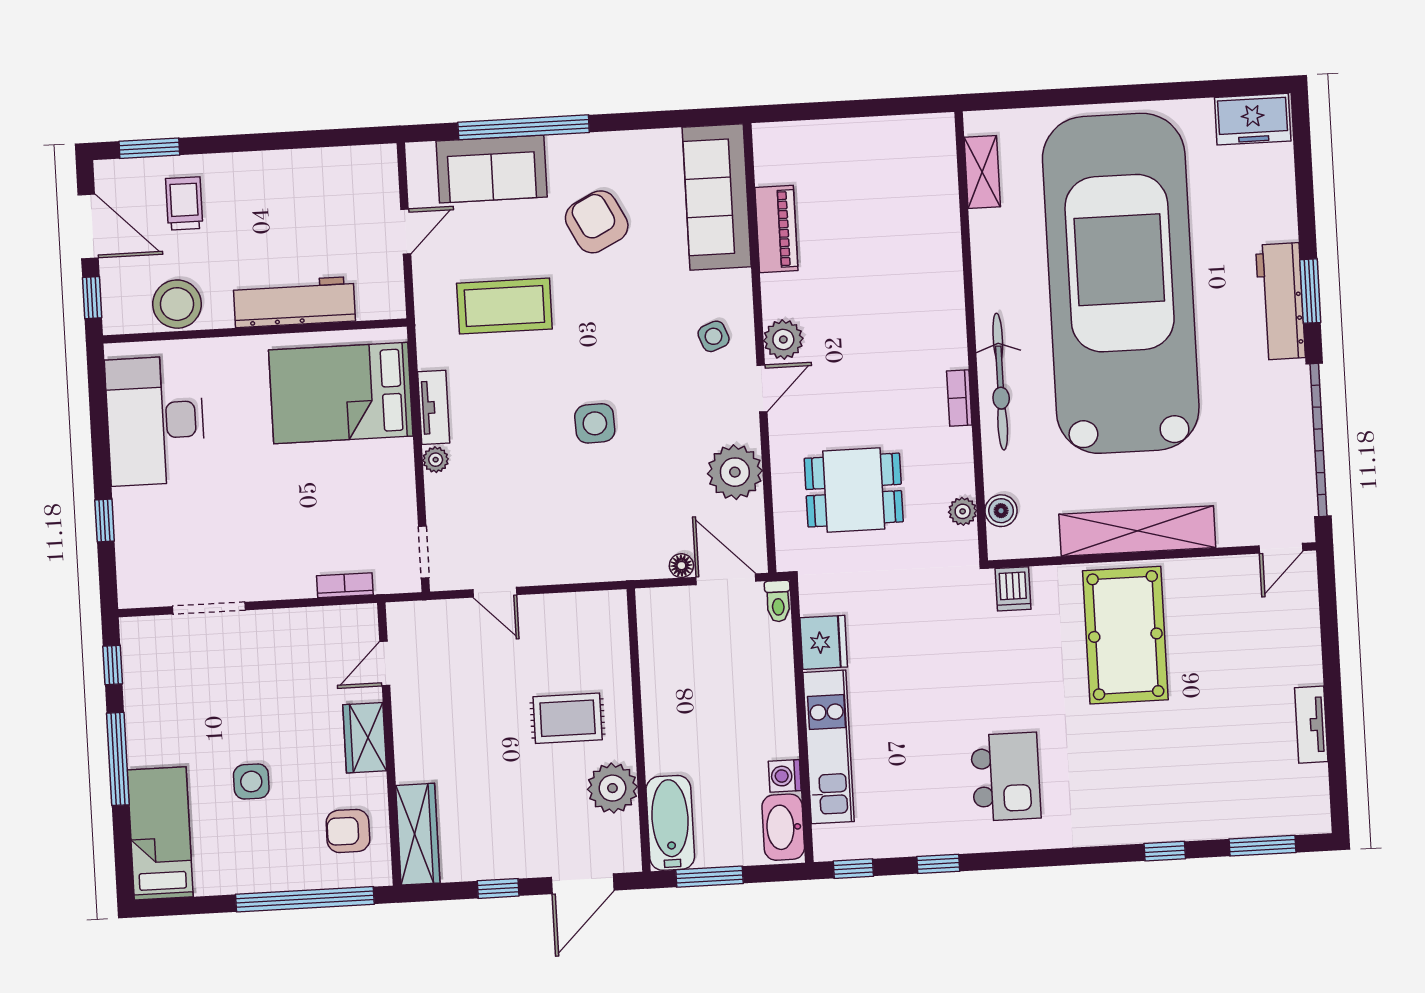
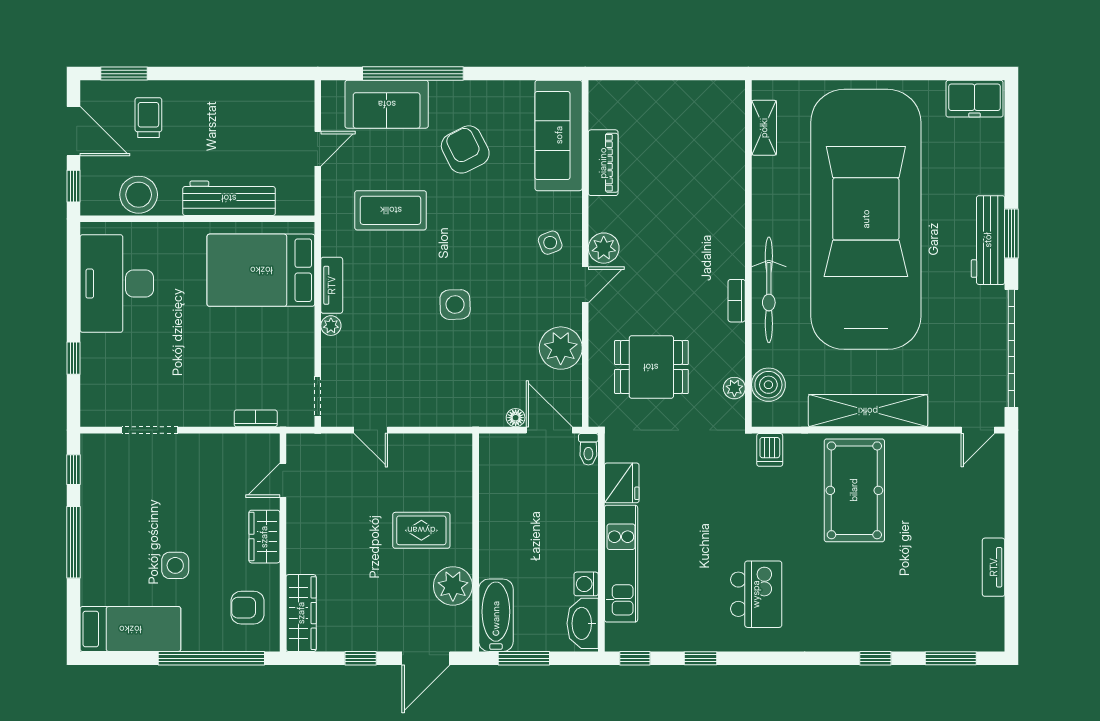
boiler: (1001, 511) -> (768, 385), width x1.36, depth x1.36
bed: (160, 833) -> (130, 629), moved, turned 90

